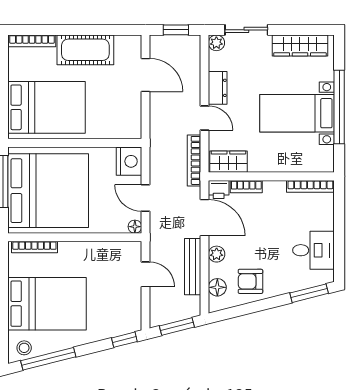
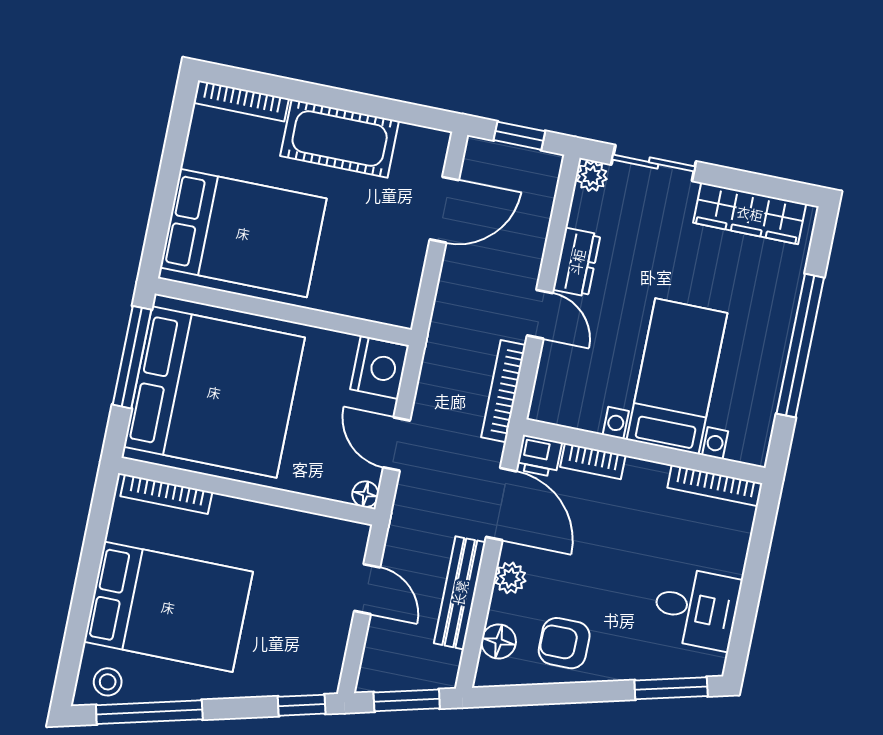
door: (146, 75) -> (444, 210), hinge flipped
bed with nightstands: (297, 113) -> (677, 376), moved, turned 90
wardrobe: (228, 162) -> (568, 407), removed

